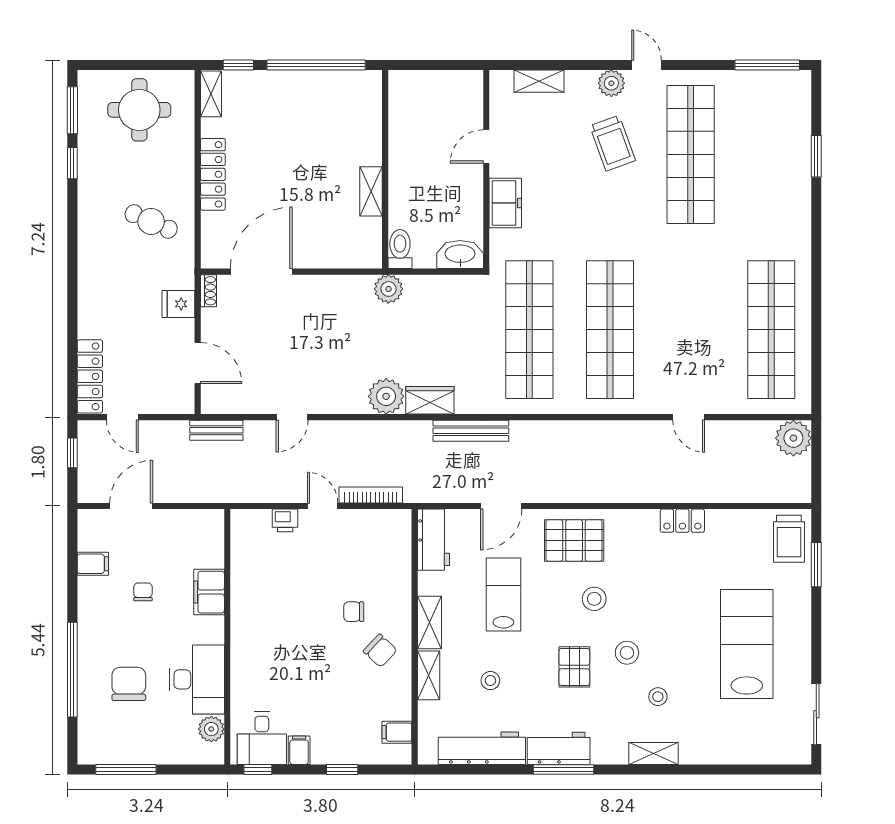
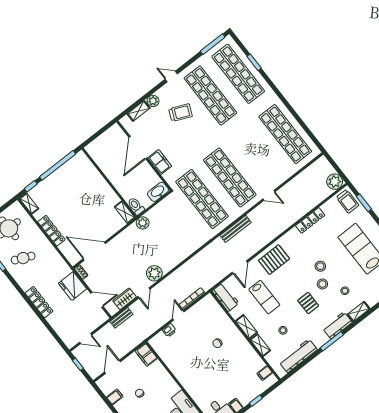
plant: (611, 83) -> (153, 101), moved
trolley: (613, 143) -> (181, 113), turned -46
door: (486, 146) -> (138, 148), width x1.88
shop shelf: (771, 154) -> (238, 74), added
shelving: (371, 191) -> (125, 212), moved
cafe table: (151, 221) -> (23, 258), moved
door: (261, 272) -> (94, 251), hinge flipped
fridge: (178, 304) -> (73, 286), width x1.88, depth x1.34
locker: (90, 376) -> (39, 302), moved
plant: (386, 396) -> (154, 273), moved
wardrobe: (430, 400) -> (124, 299), moved
door: (689, 417) -> (269, 195), moved
bench: (471, 431) -> (236, 229), moved
plant: (793, 438) -> (335, 182), moved
door: (323, 506) -> (178, 315), hinge flipped
locker: (682, 521) -> (310, 220), width x1.53
filing cabinet: (209, 592) -> (146, 355), moved
lab bench: (503, 594) -> (264, 297), turned 180
stool: (594, 599) -> (320, 266), moved
chair: (380, 651) -> (237, 350), removed
workbench: (559, 748) -> (337, 325), moved

